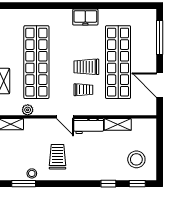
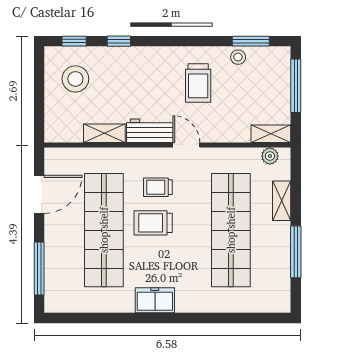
trolley: (86, 67) -> (153, 223), turned 180
door: (160, 85) -> (39, 194), hinge flipped
plant: (28, 110) -> (270, 156), moved

